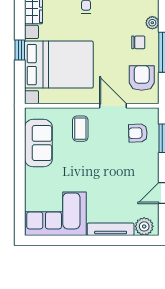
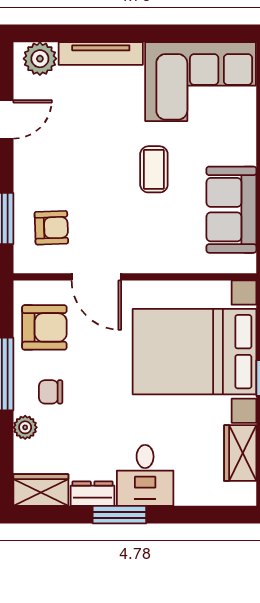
armchair: (142, 78) -> (44, 327), turned -90
coffee table: (80, 129) -> (154, 169), moved

